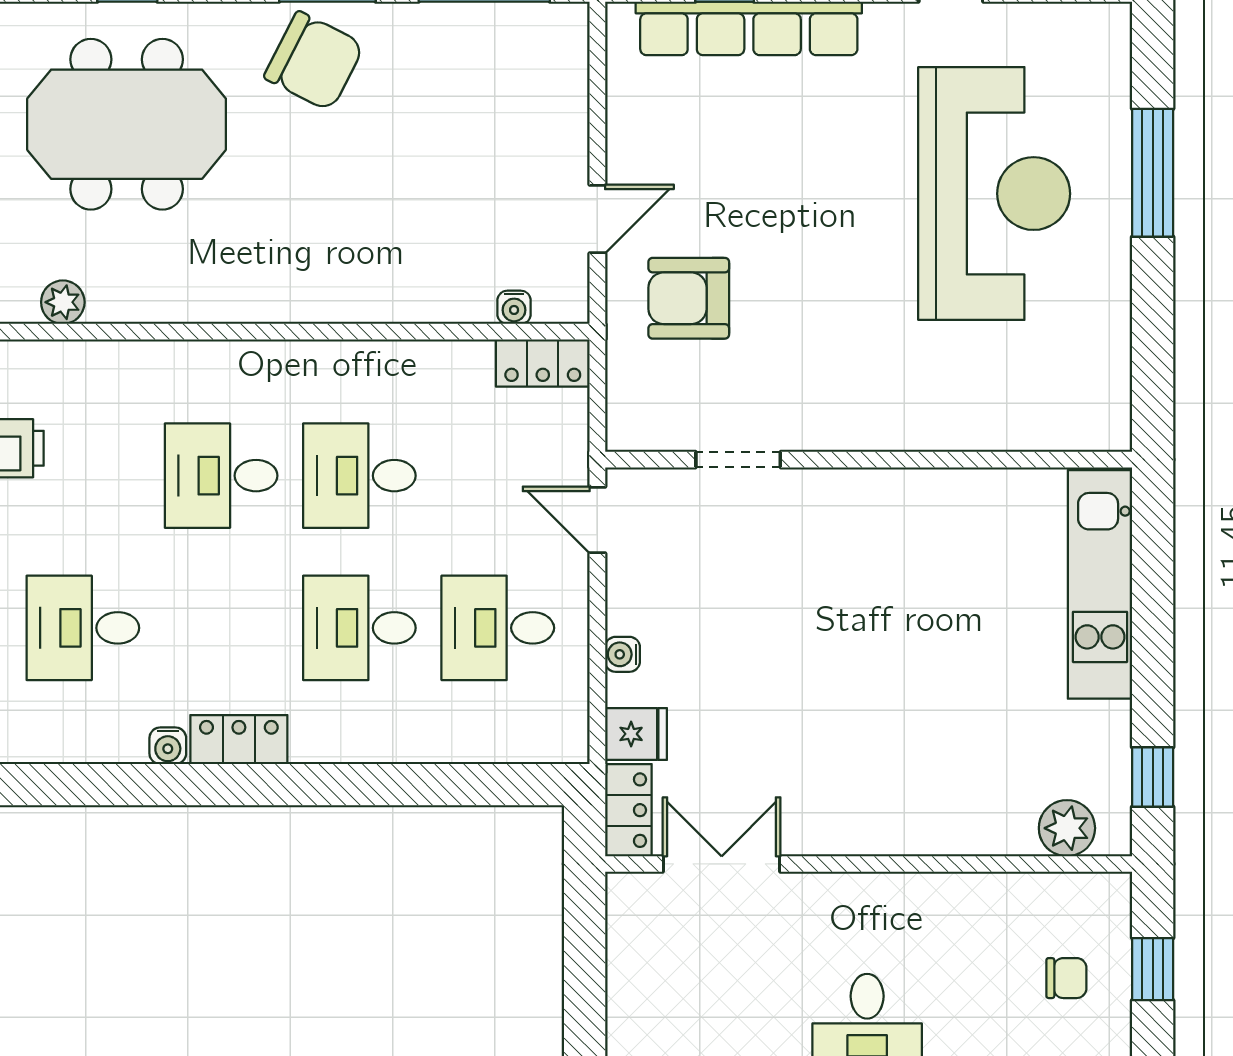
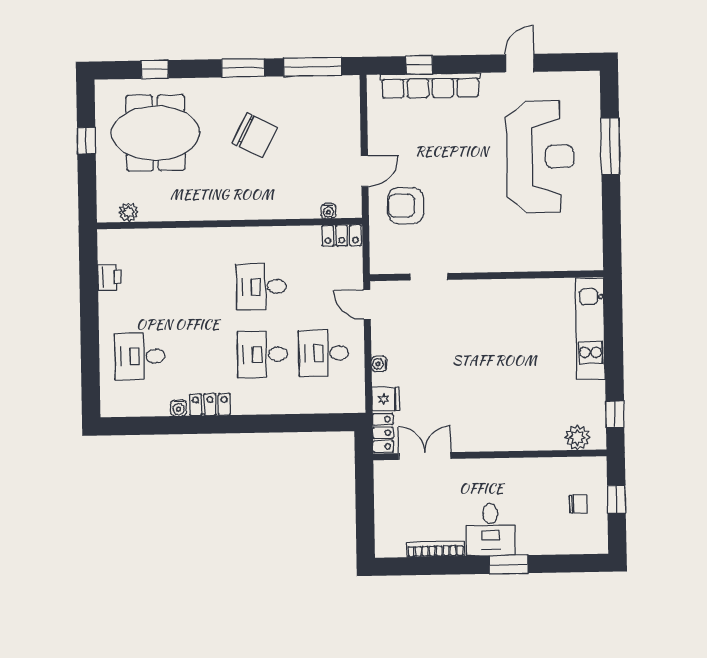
chair: (314, 61) -> (255, 135), moved
desk: (221, 476) -> (200, 288), removed

